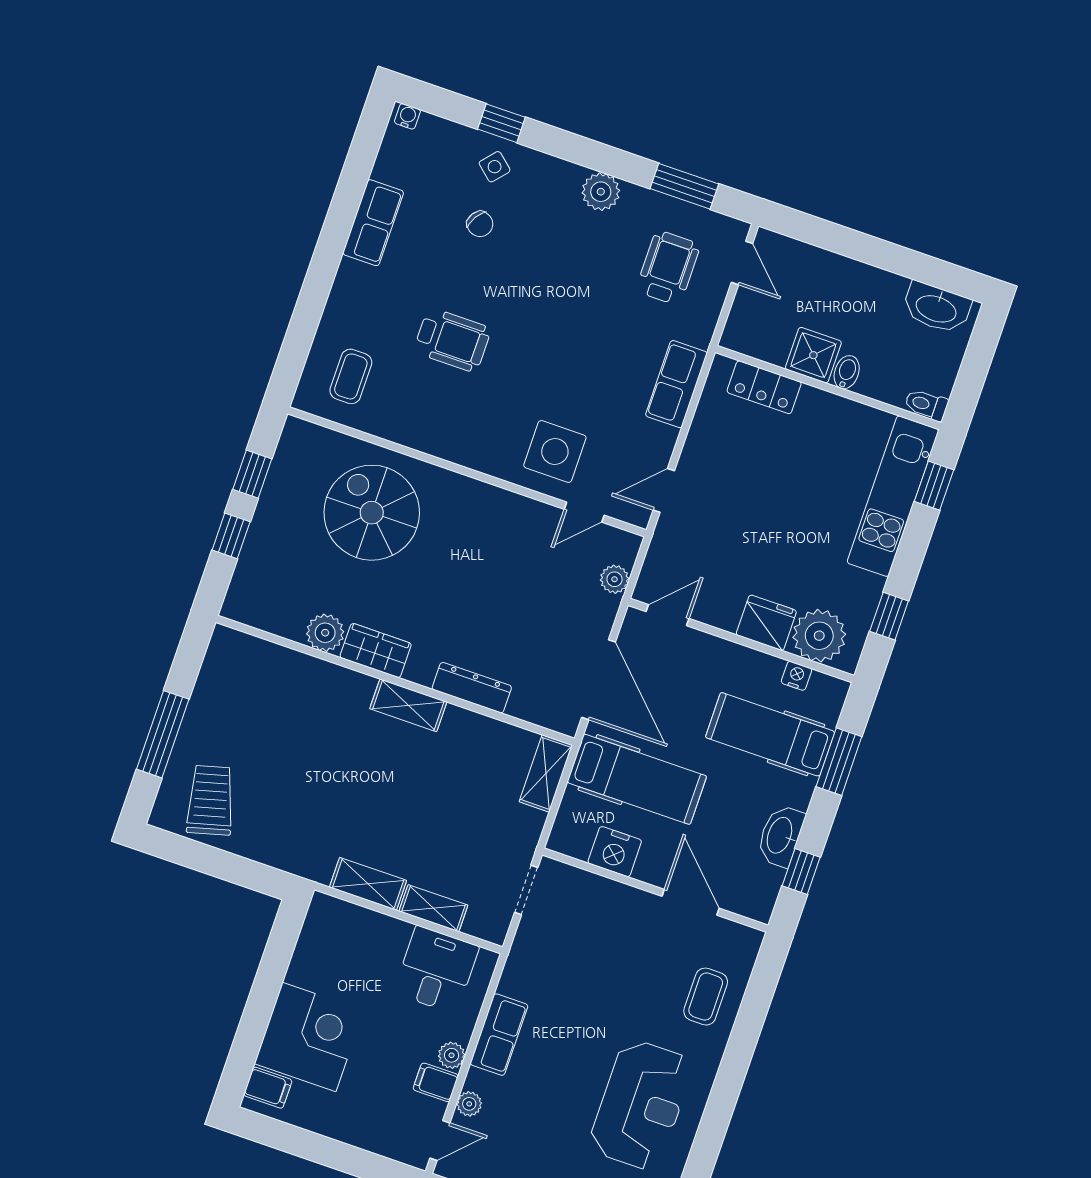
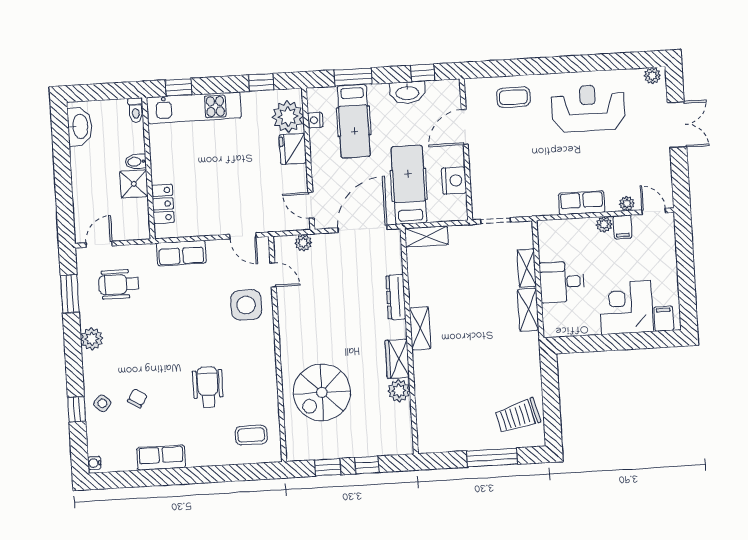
desk: (436, 970) -> (562, 282), moved

